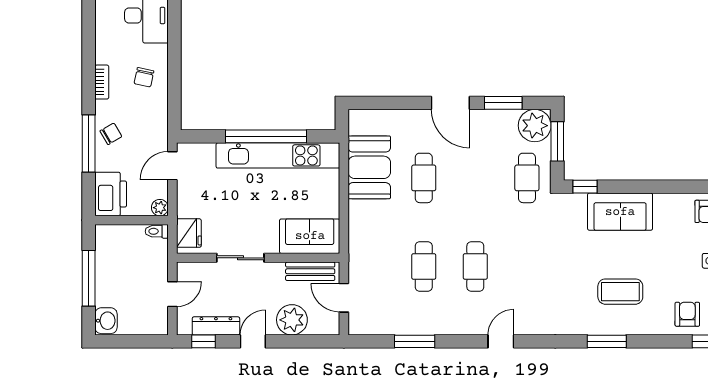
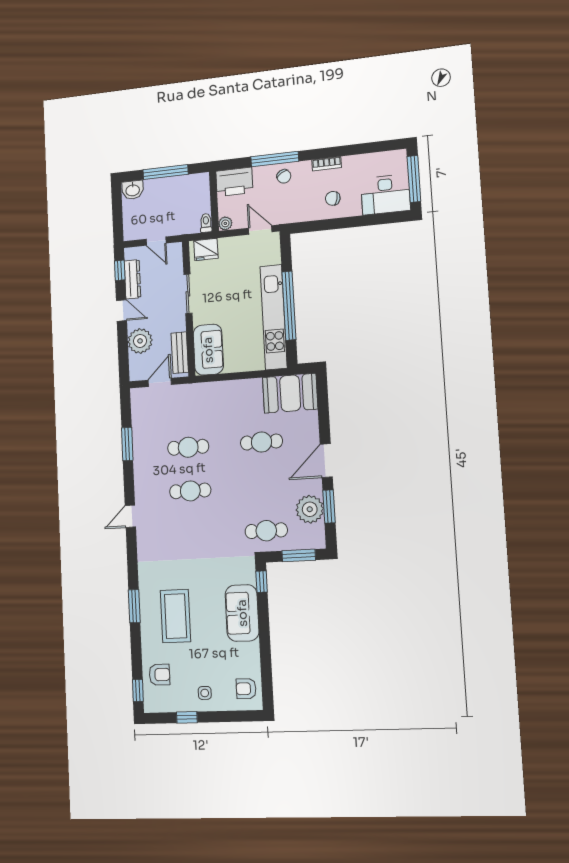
plant: (535, 126) -> (310, 509), moved
booth: (369, 167) -> (290, 393), moved
coffee table: (620, 292) -> (176, 616), width x1.36, depth x1.32
door: (501, 341) -> (130, 516), swing flipped

